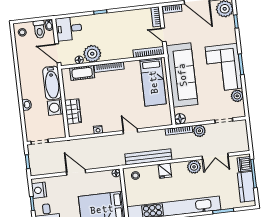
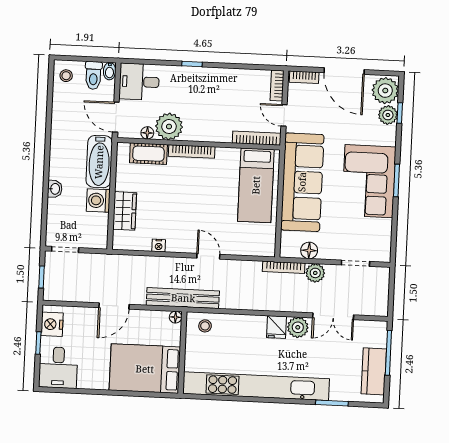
plant: (237, 96) -> (388, 115), moved
floor lamp: (180, 119) -> (309, 250), moved
bench: (148, 157) -> (183, 298), moved
dishwasher: (245, 164) -> (377, 336), removed
fridge: (165, 171) -> (277, 327), moved
door: (76, 172) -> (114, 306), swing flipped

